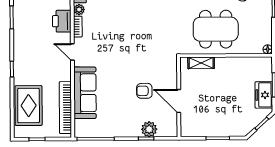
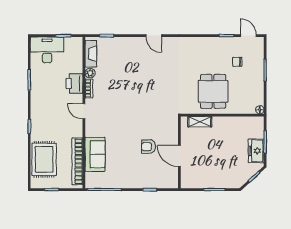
dining table: (216, 29) -> (213, 91), width x0.73
sofa: (85, 93) -> (95, 154), width x0.73
plant: (149, 129) -> (153, 181), removed

